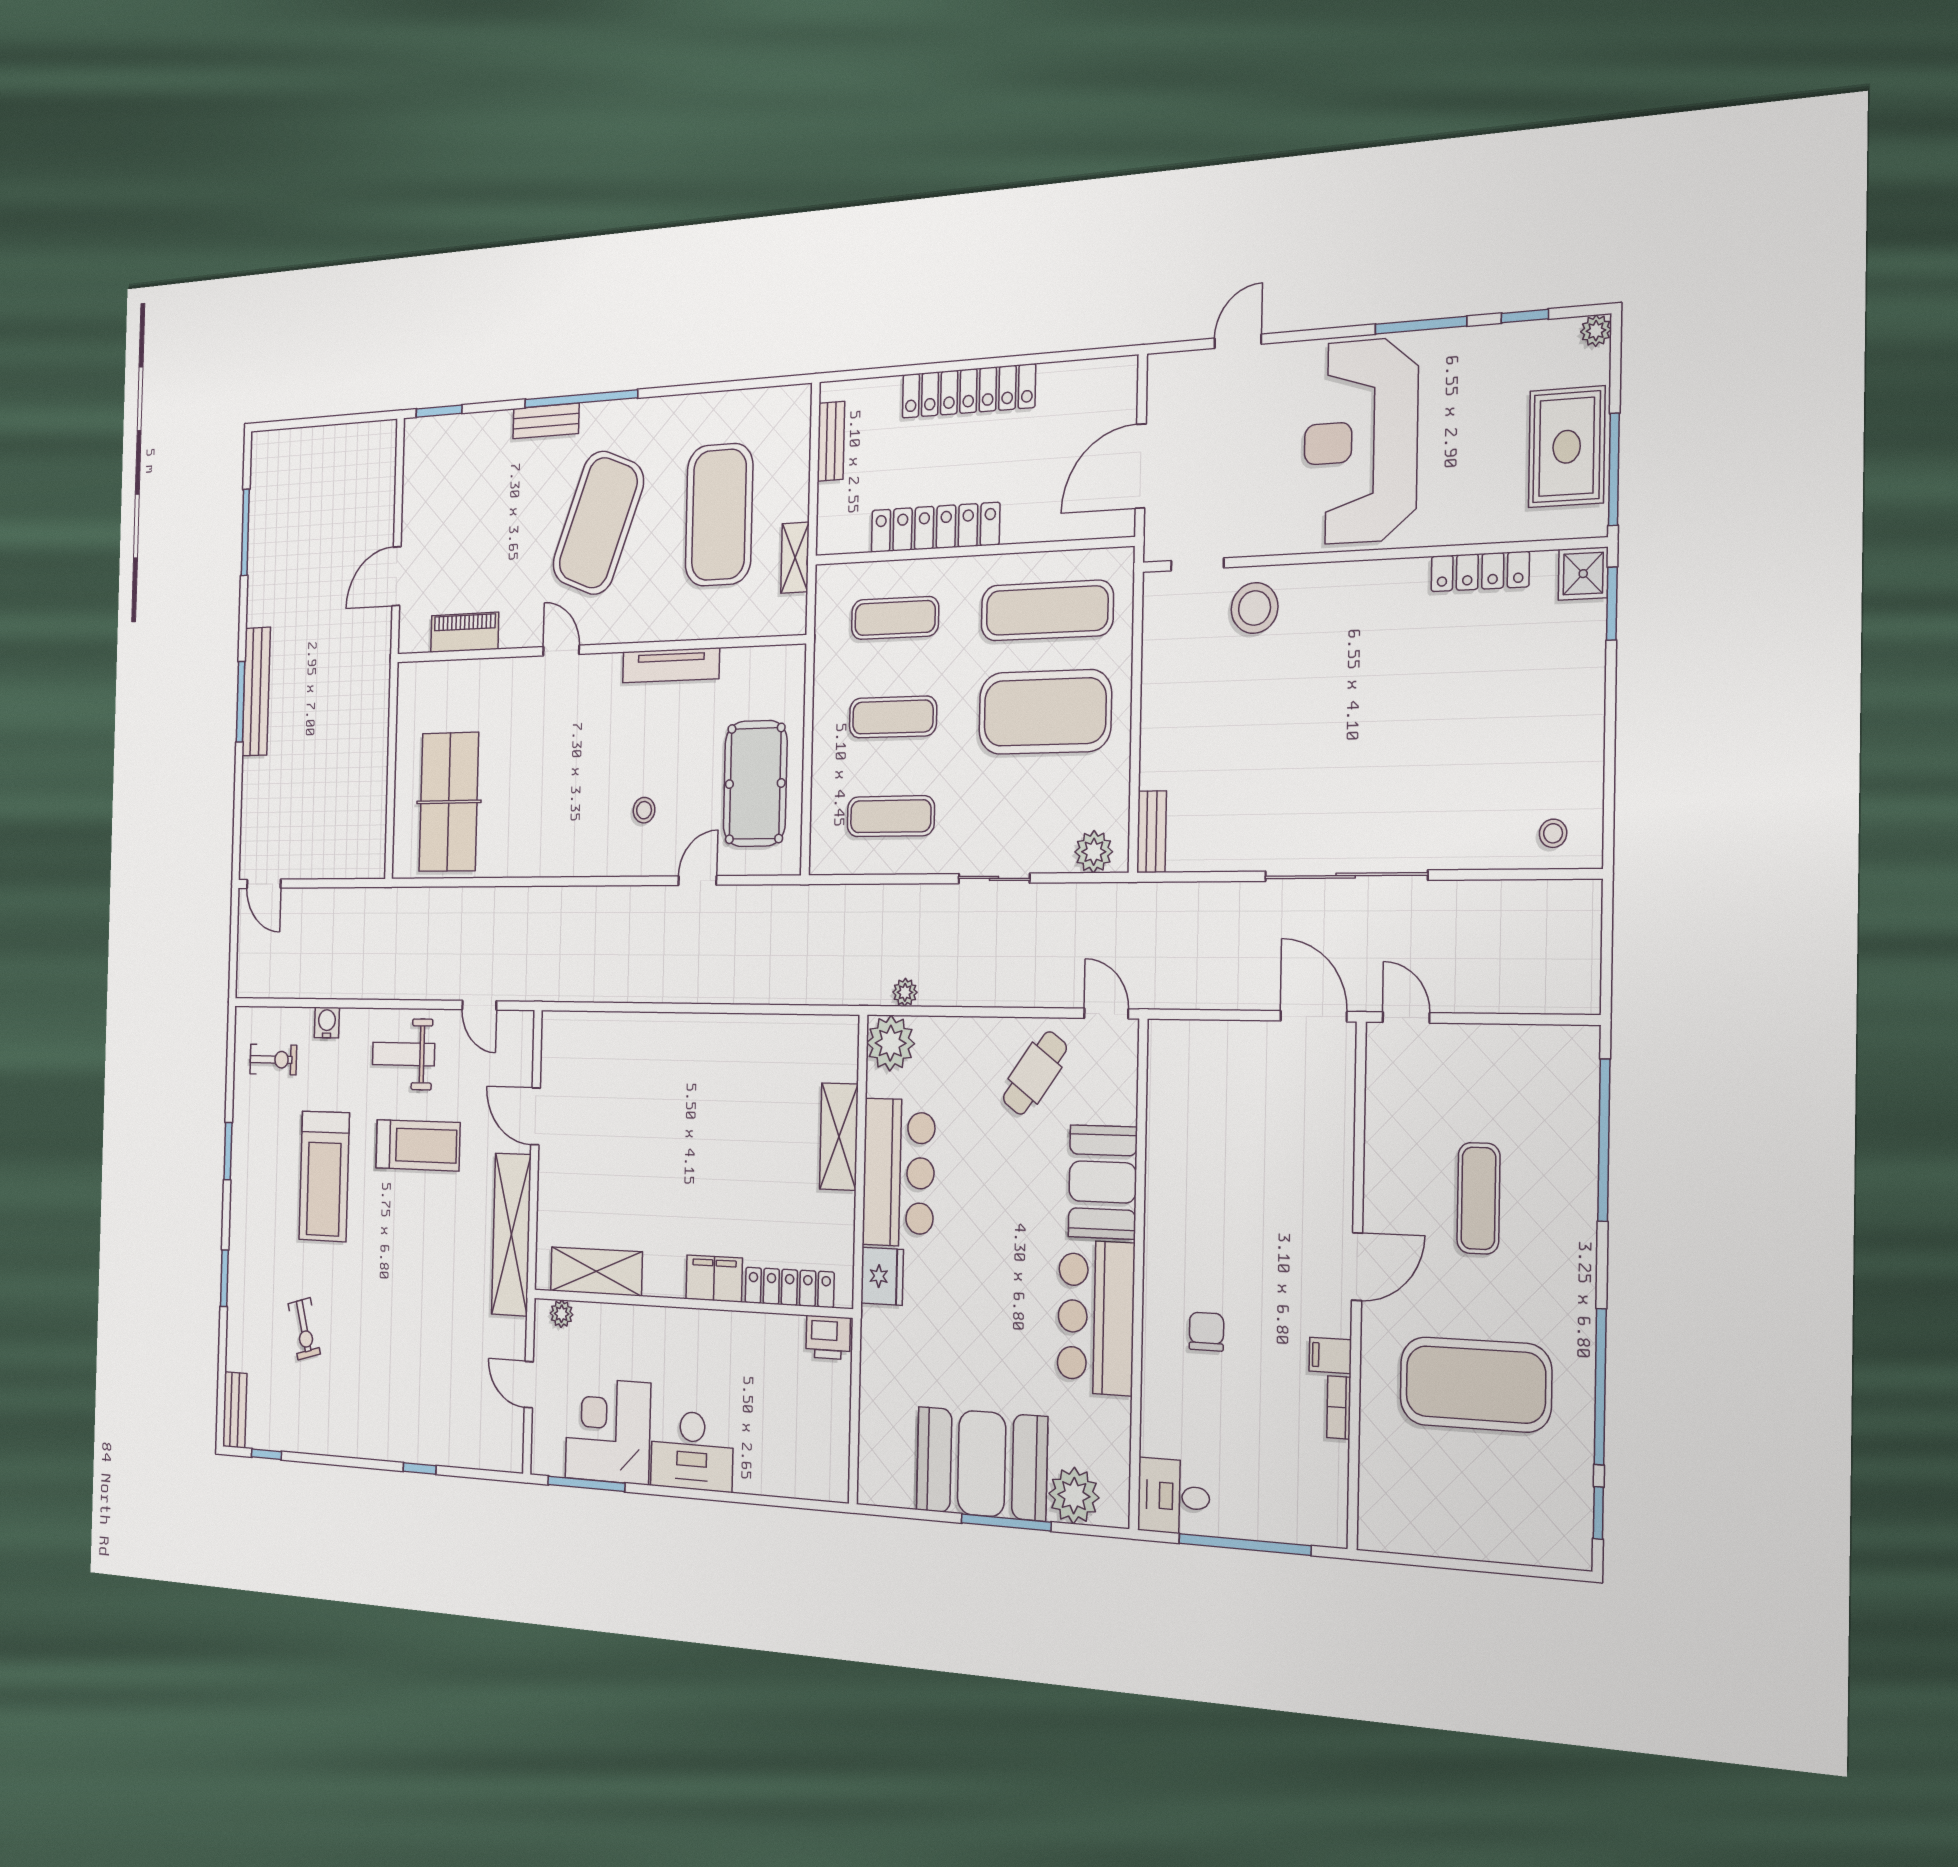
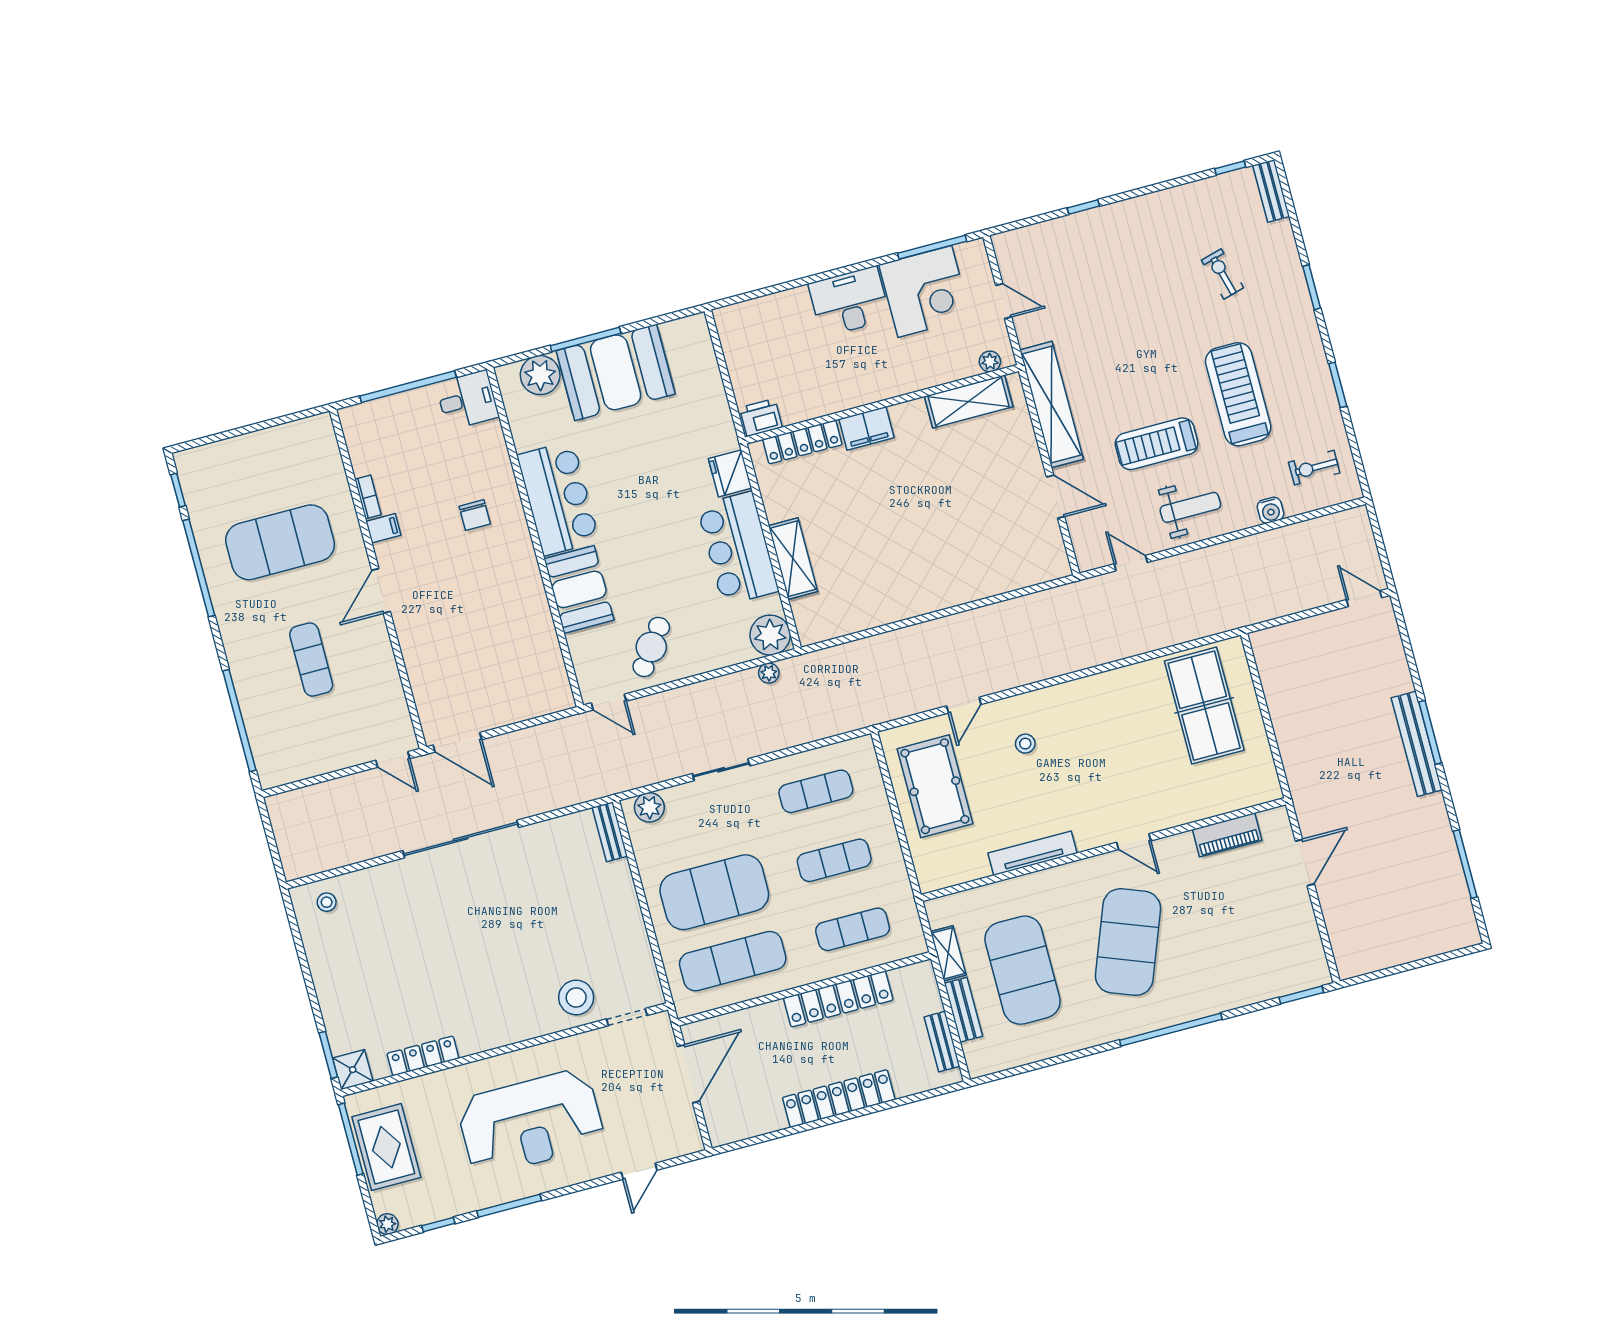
bench: (546, 421) -> (963, 1010), moved, turned 90
reception desk: (1361, 441) -> (531, 1122), turned 90

